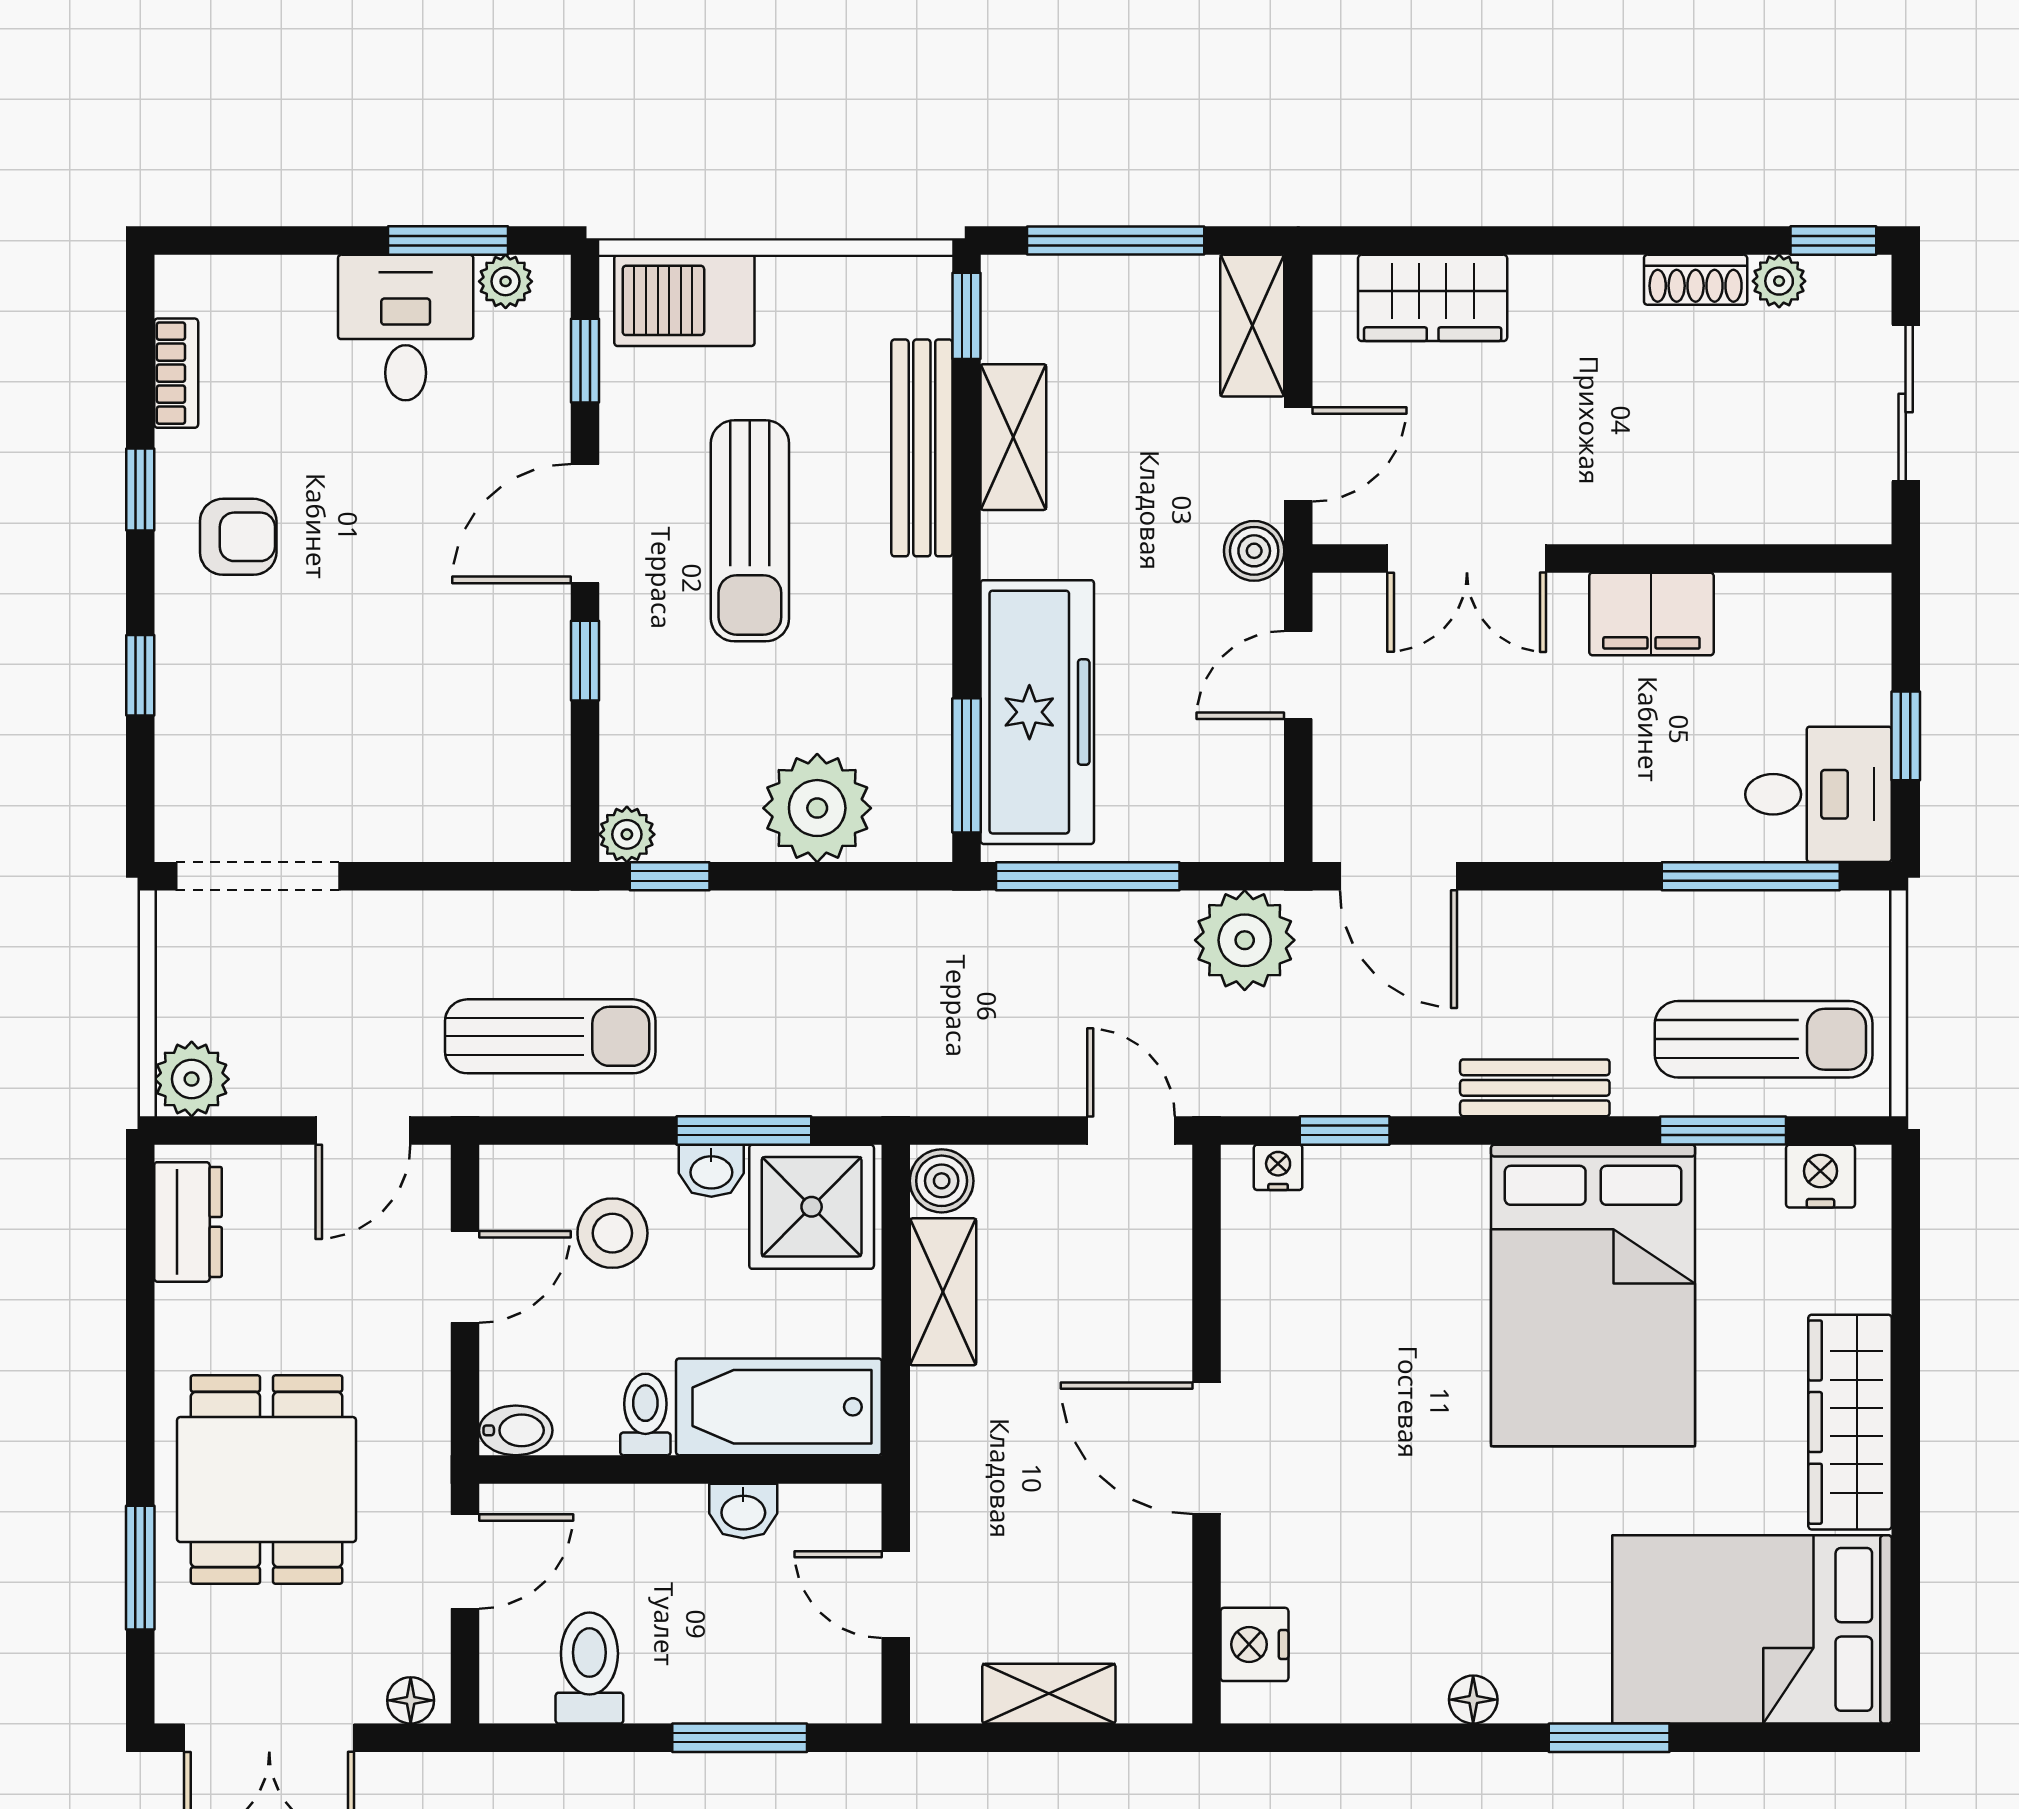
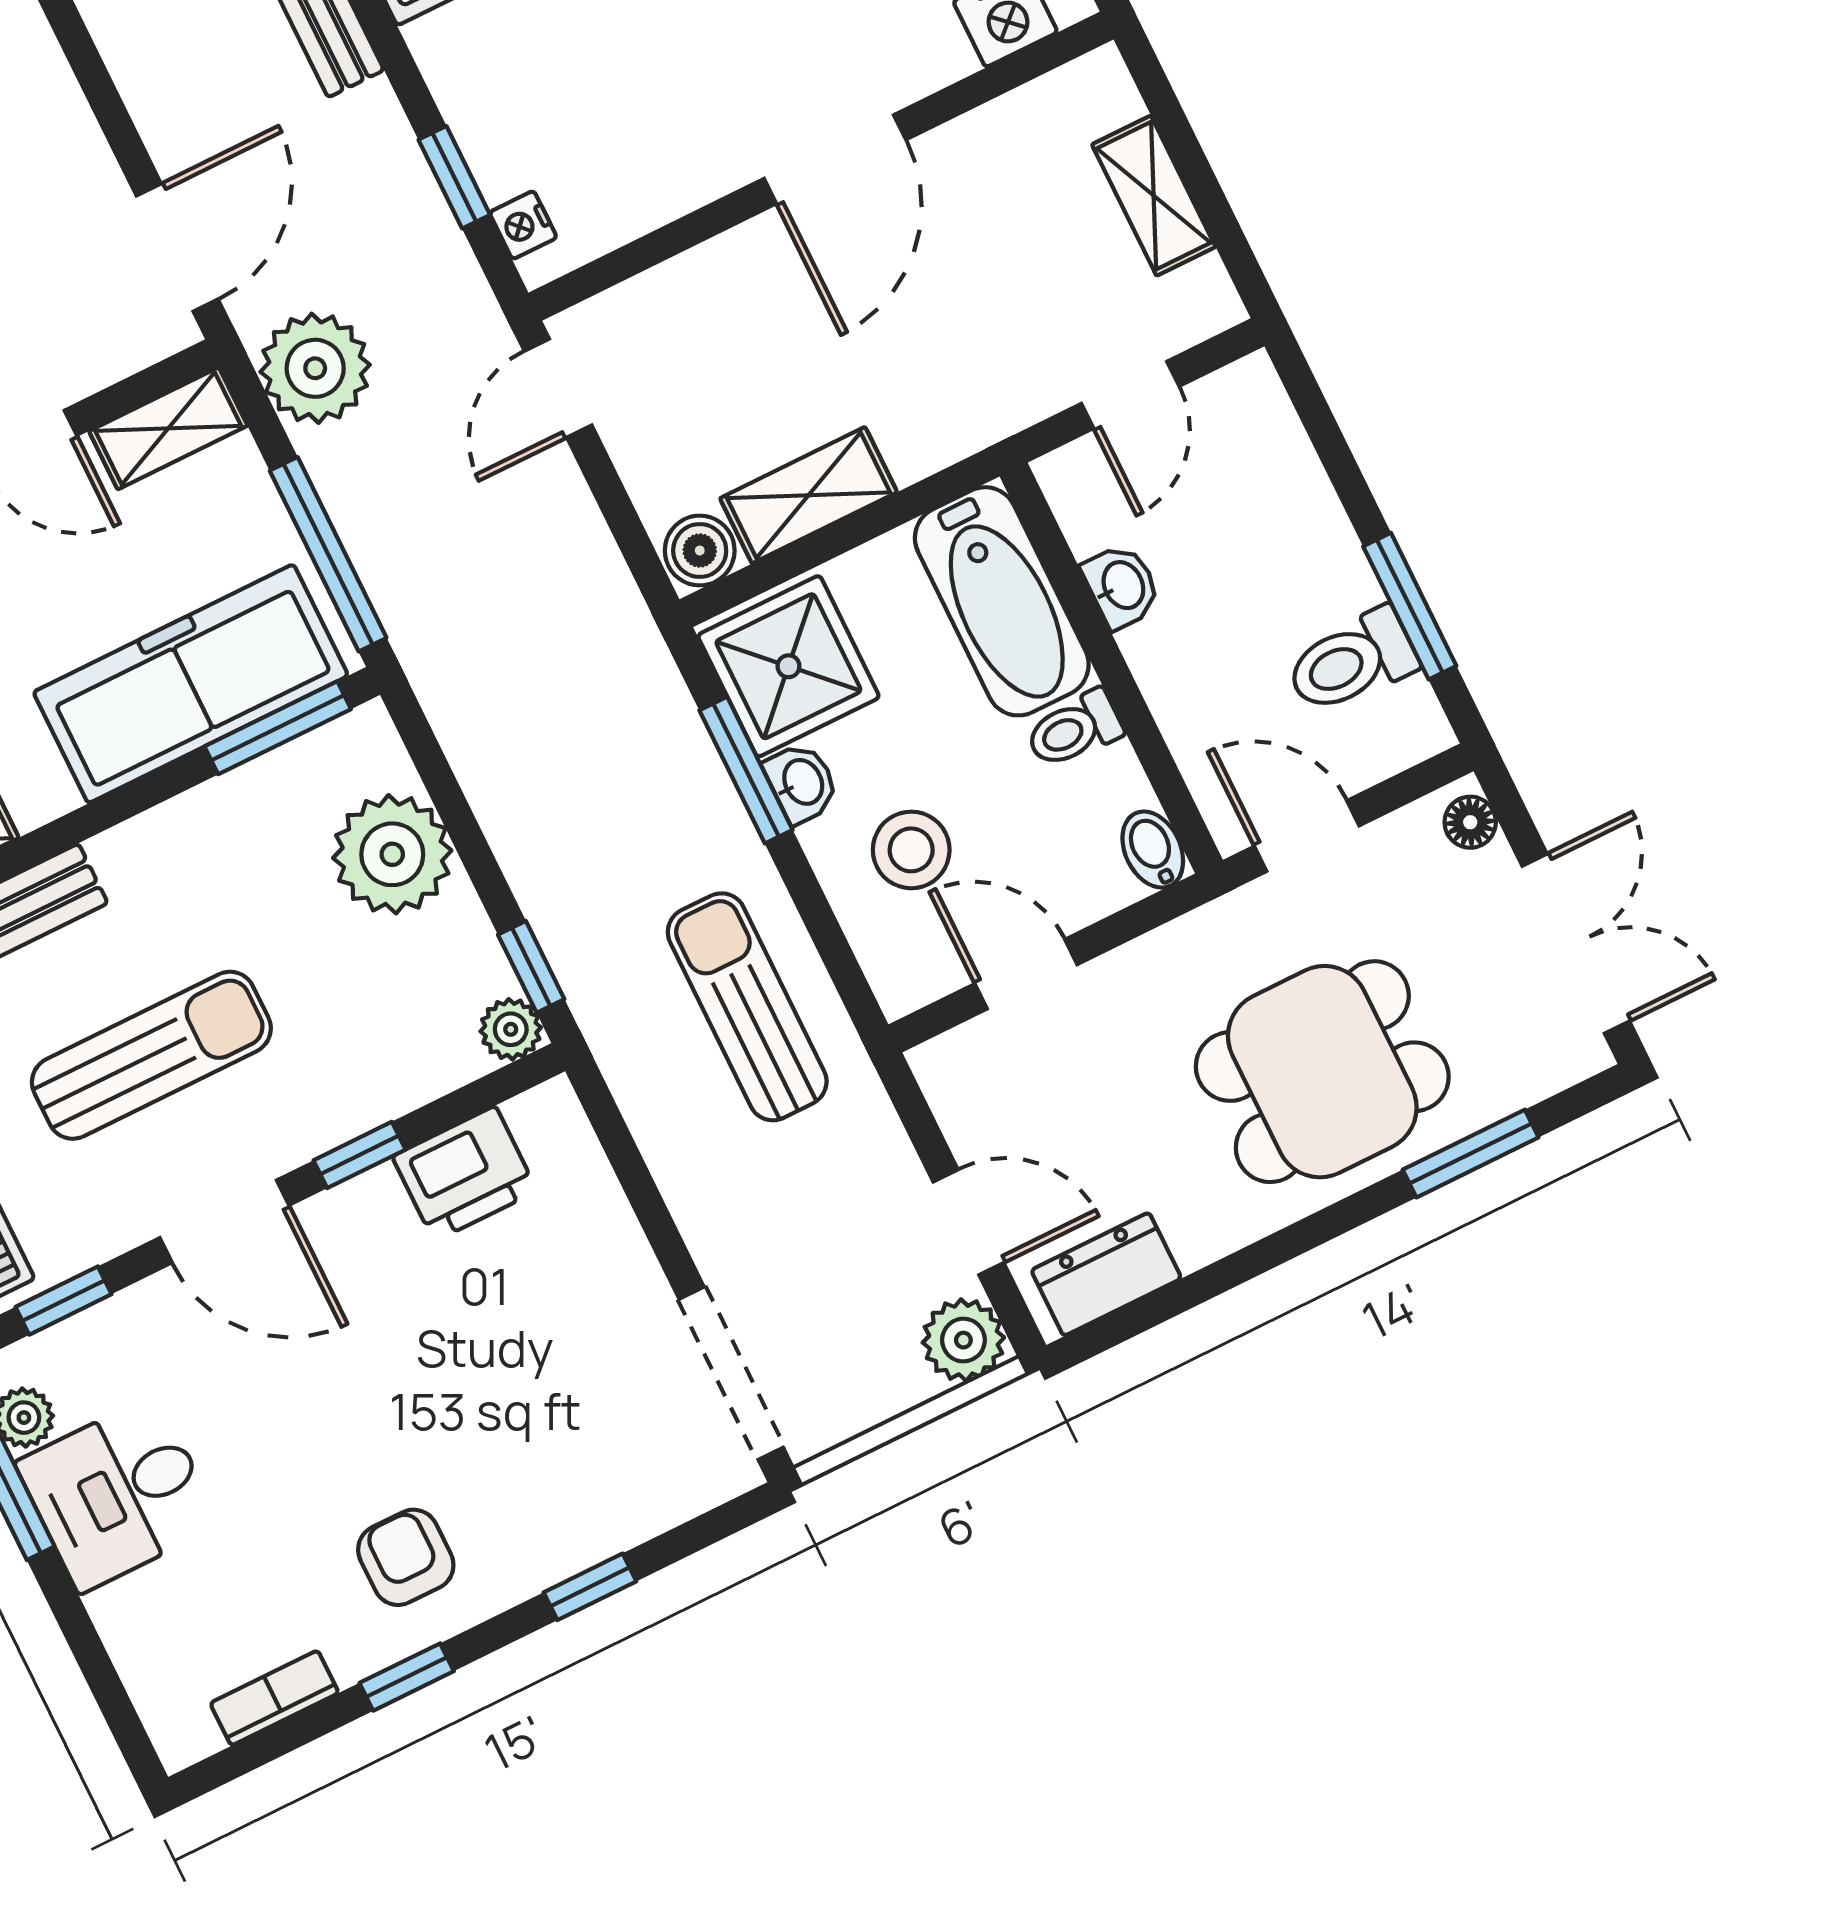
printer: (527, 739) -> (465, 1174), added
shelving: (1255, 796) -> (168, 428), added
door: (363, 1130) -> (968, 1222), moved
window: (740, 1738) -> (1410, 606), moved

